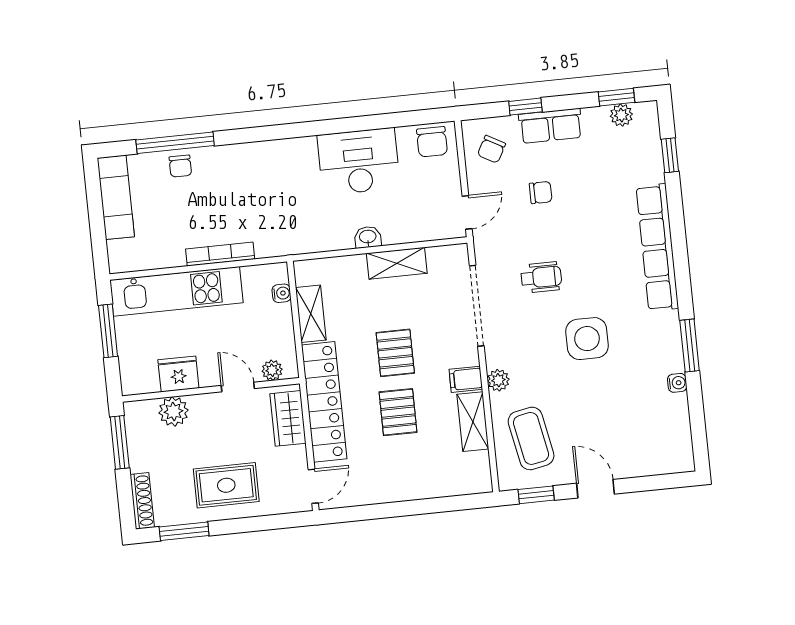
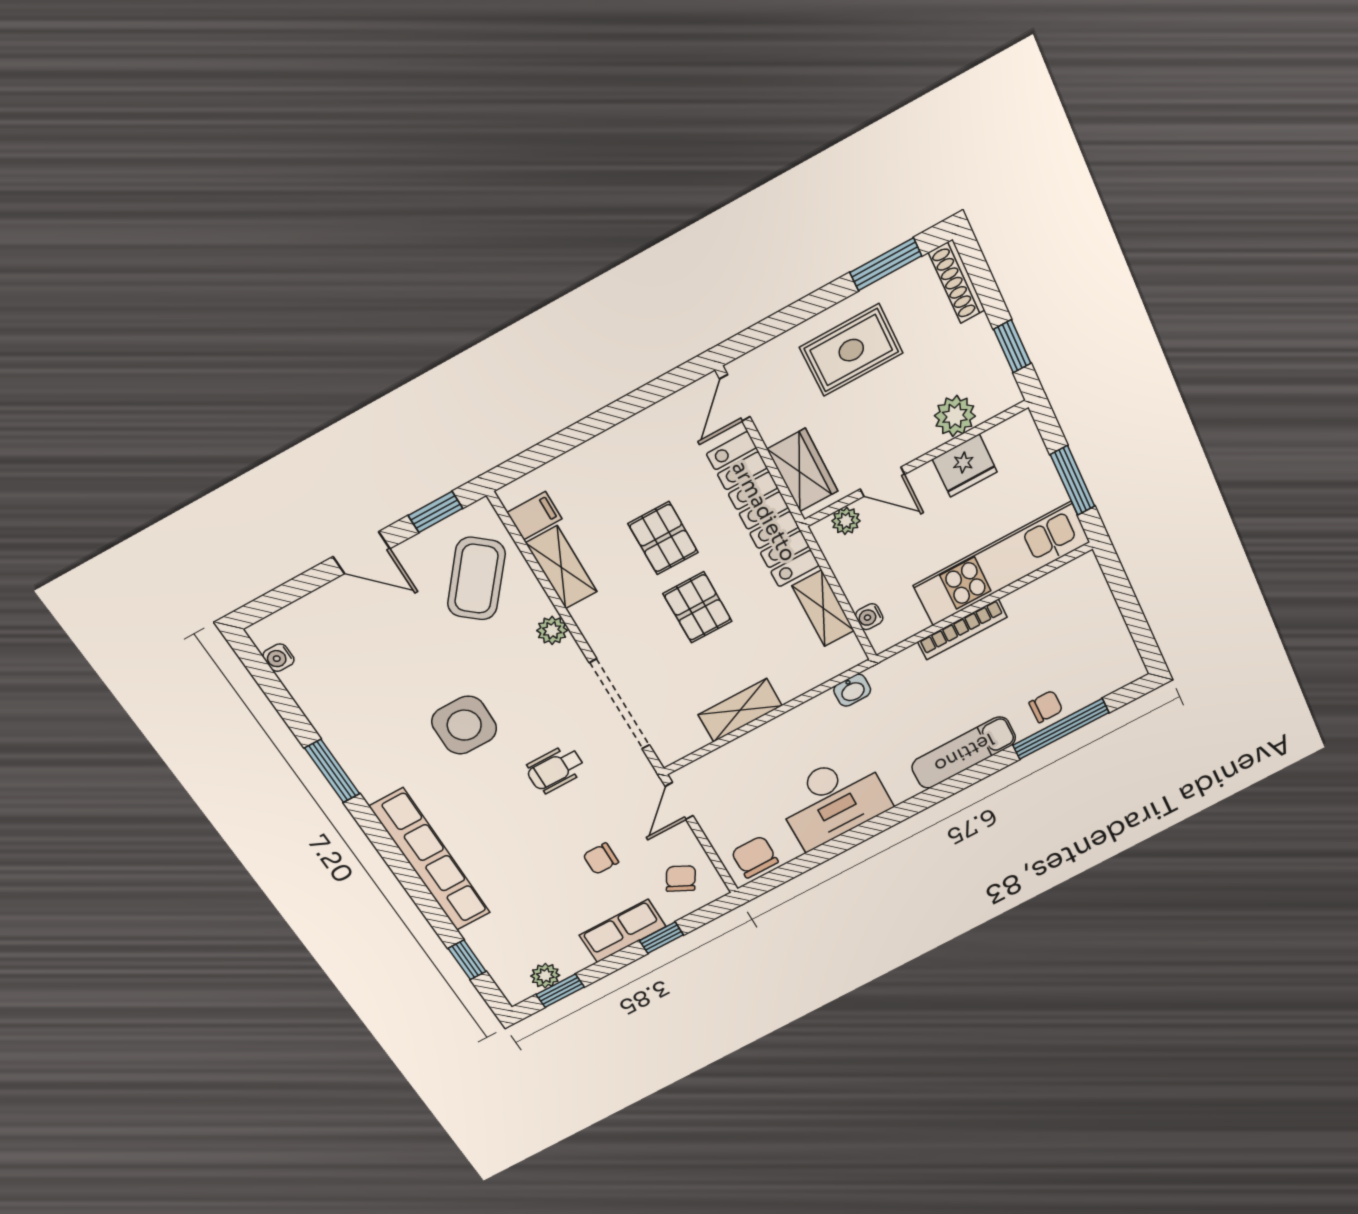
chair: (180, 166) -> (1046, 707), turned 90
exam couch: (116, 197) -> (964, 753), moved, turned 90
washbasin: (368, 237) -> (852, 690), moved
filing cabinet: (466, 379) -> (534, 516), moved
water cooler: (677, 383) -> (278, 658), moved
coffee table: (531, 438) -> (476, 579), turned 50
window: (120, 442) -> (1012, 346), width x0.67

